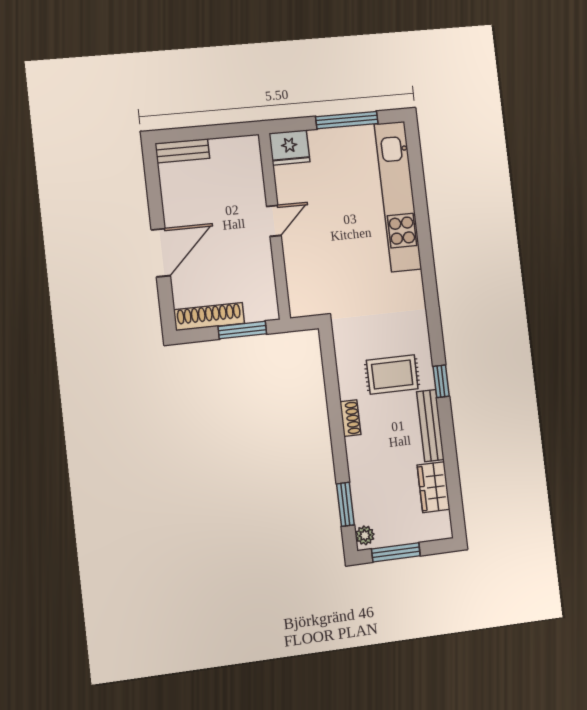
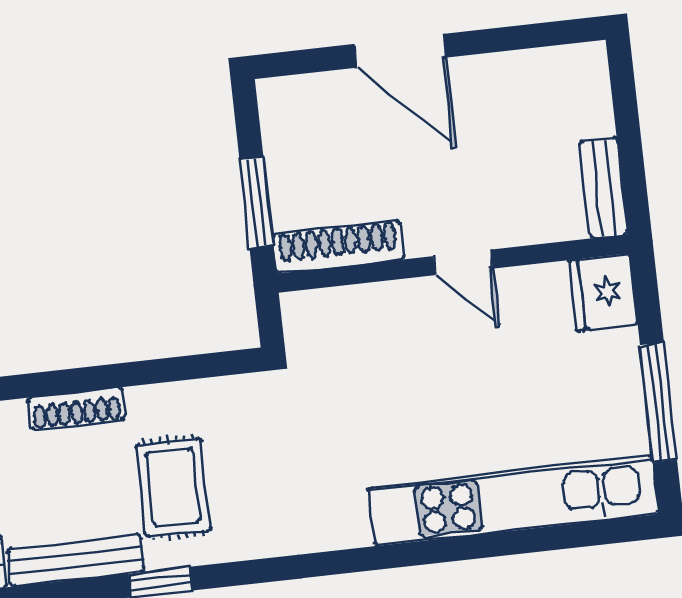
bench: (182, 151) -> (604, 188), moved
shoe rack: (209, 317) -> (338, 247), moved, turned -90
shoe rack: (350, 418) -> (76, 408), width x1.43

